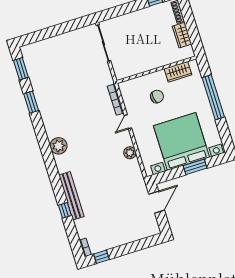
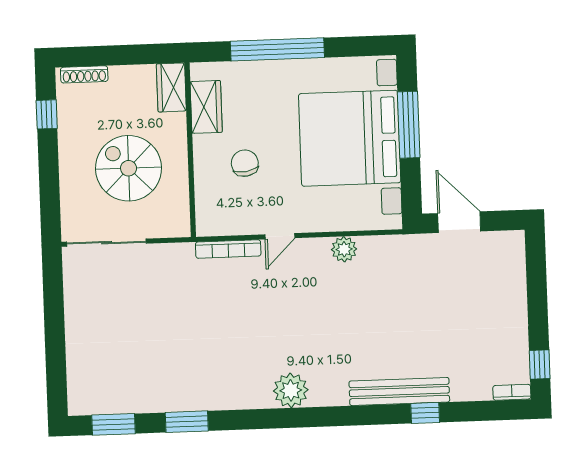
wardrobe: (182, 35) -> (171, 87), moved, turned 90
spiral stairs: (140, 44) -> (129, 168), added
door: (128, 122) -> (280, 236), hinge flipped
window: (195, 167) -> (409, 125), width x1.44

